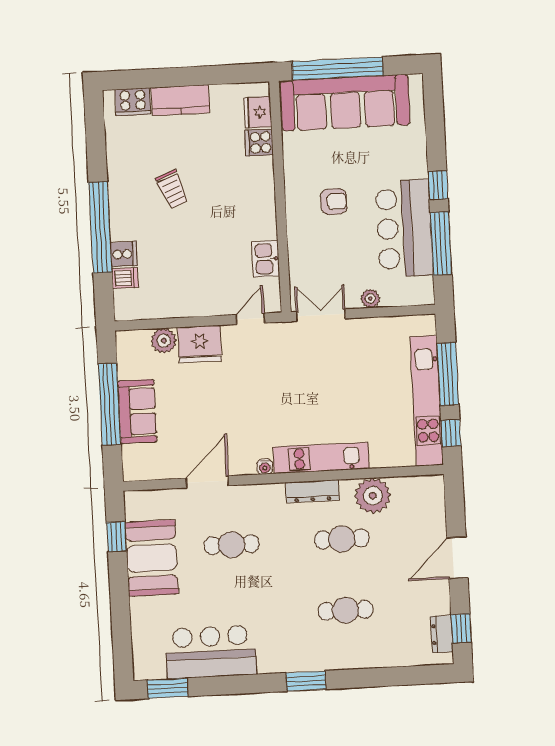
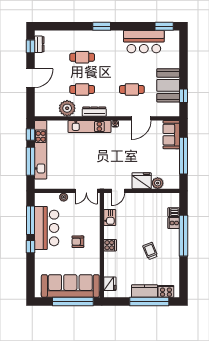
window: (168, 77) -> (149, 302), added
cooker: (259, 143) -> (110, 245), moved
sofa: (137, 411) -> (171, 135), moved

